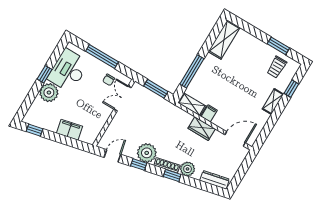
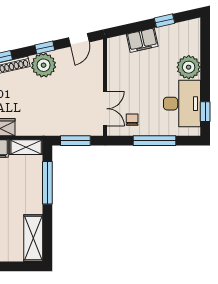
window: (45, 74) -> (205, 112), moved
window: (34, 130) -> (165, 21), moved

